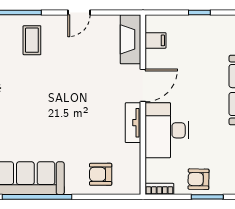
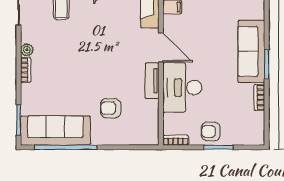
door: (143, 85) -> (161, 47), hinge flipped
armchair: (101, 174) -> (111, 108), moved

